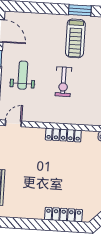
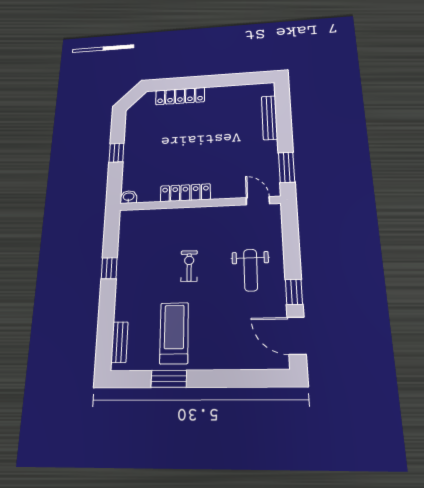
exercise bike: (63, 82) -> (189, 266), width x0.73, depth x0.72
door: (13, 123) -> (258, 201), swing flipped

